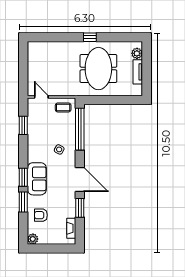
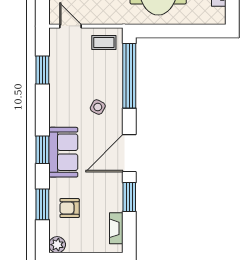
door: (80, 179) -> (129, 153), swing flipped
window: (23, 202) -> (42, 204), moved

